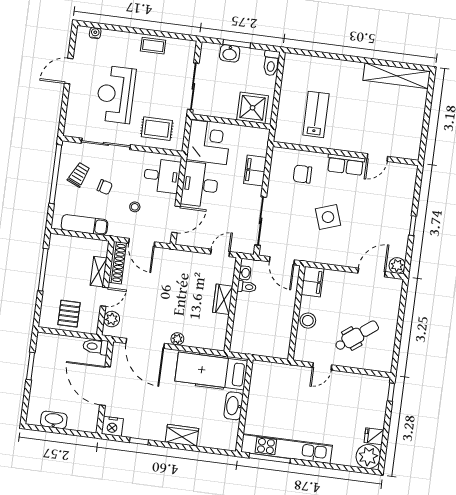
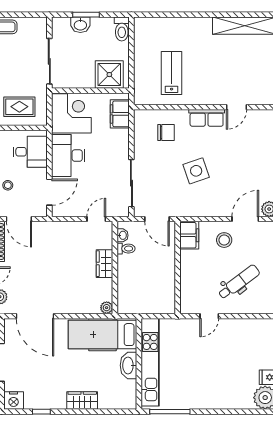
filing cabinet: (255, 171) -> (120, 114), moved
chair: (302, 174) -> (166, 132), turned 180
stool: (308, 321) -> (224, 240), moved
plant: (177, 339) -> (107, 308), moved
kitchen unit: (286, 449) -> (150, 362), moved, turned 90

